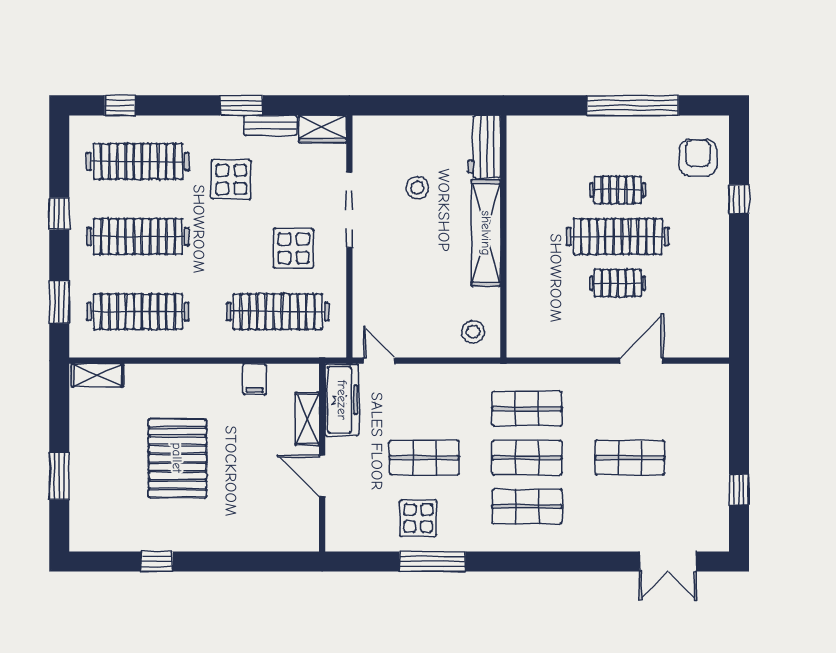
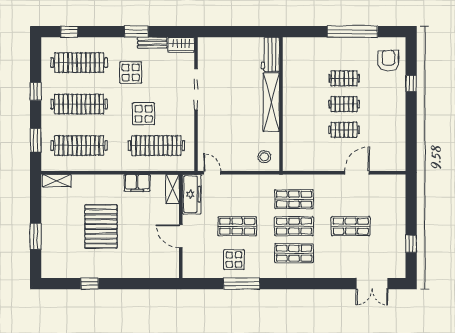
stool: (417, 188) -> (233, 77), removed
clothes rail: (618, 237) -> (344, 104), width x0.54, depth x0.76
display table: (294, 248) -> (144, 114), moved
filing cabinet: (255, 379) -> (137, 183), width x2.00
shelving: (307, 419) -> (173, 189), moved

